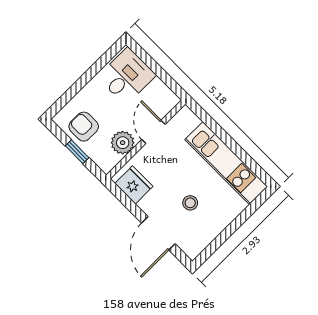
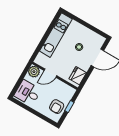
plant: (123, 143) -> (34, 72), moved

